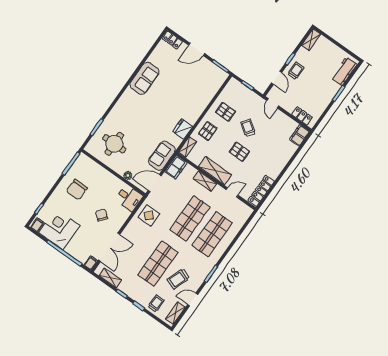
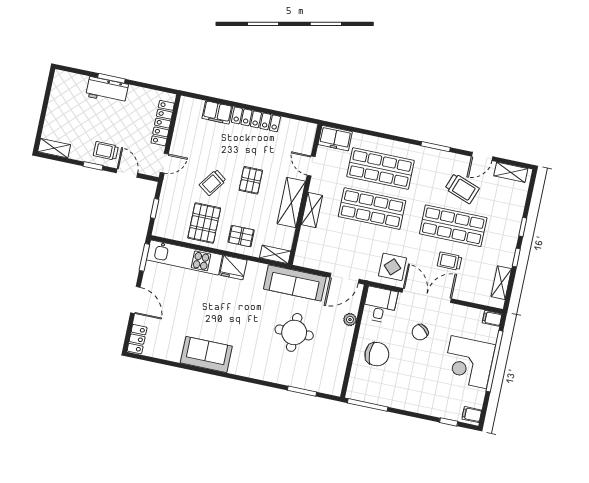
workbench: (344, 71) -> (107, 90), moved
door: (277, 78) -> (127, 173), hinge flipped
kitchen unit: (210, 91) -> (184, 257), added
pallet: (226, 112) -> (204, 223), width x1.50, depth x1.42
locker: (302, 116) -> (163, 123), width x1.53
fridge: (183, 129) -> (233, 268), moved
filing cabinet: (300, 135) -> (217, 112), moved
round table: (114, 144) -> (294, 332), moved
sofa: (162, 156) -> (295, 283), width x1.36
freezer: (176, 167) -> (335, 138), moved, turned 180
door: (155, 183) -> (344, 278), hinge flipped
chair: (77, 190) -> (377, 354), moved
locker: (261, 191) -> (256, 119), moved
corner desk: (59, 229) -> (469, 362), moved
double door: (109, 247) -> (427, 296), moved
door: (193, 300) -> (482, 156), hinge flipped
trolley: (156, 303) -> (450, 261), moved

